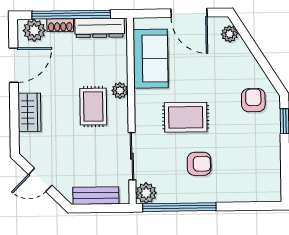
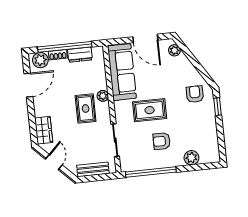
dresser: (100, 28) -> (80, 55), width x0.70
sofa: (151, 59) -> (122, 72), width x1.36
wardrobe: (29, 112) -> (44, 130), moved
armchair: (199, 164) -> (162, 141), turned 180
door: (40, 180) -> (54, 162), swing flipped
plant: (146, 193) -> (191, 158), moved

